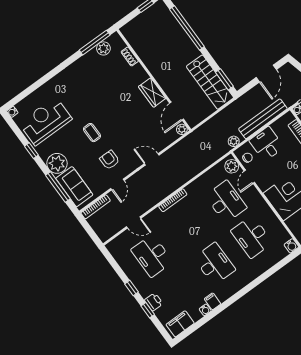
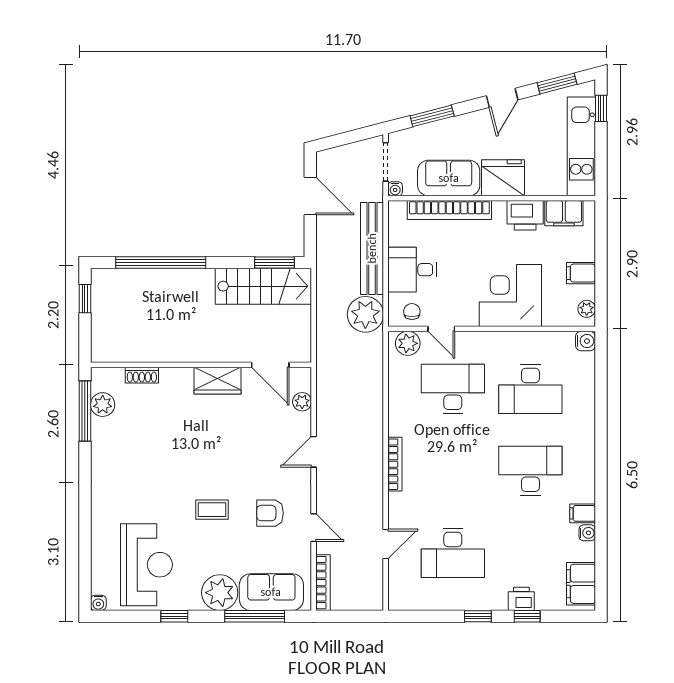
reception desk: (45, 121) -> (146, 565), turned 180
plant: (182, 129) -> (302, 402), moved
plant: (234, 141) -> (365, 314), width x1.87, depth x1.87

